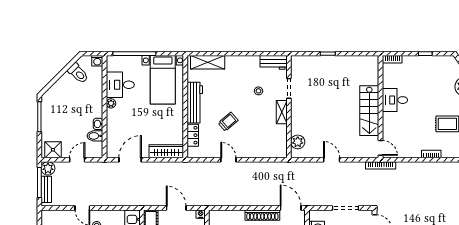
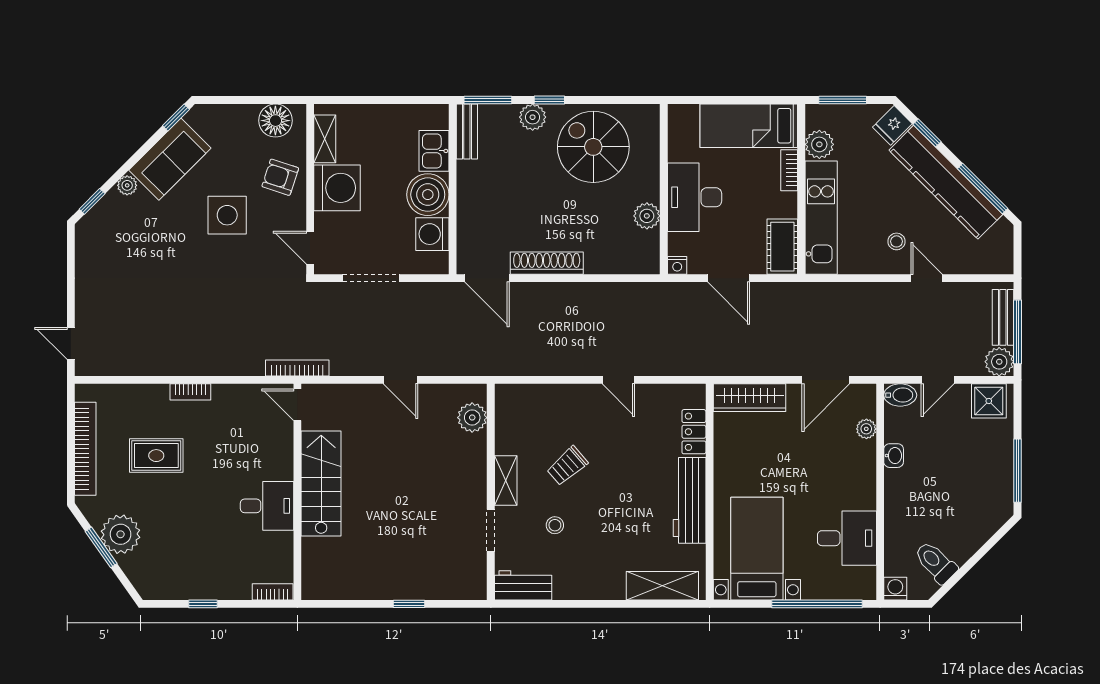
plant: (111, 103) -> (866, 429), moved
trolley: (228, 122) -> (567, 466), moved
bidet: (95, 136) -> (900, 395), moved

